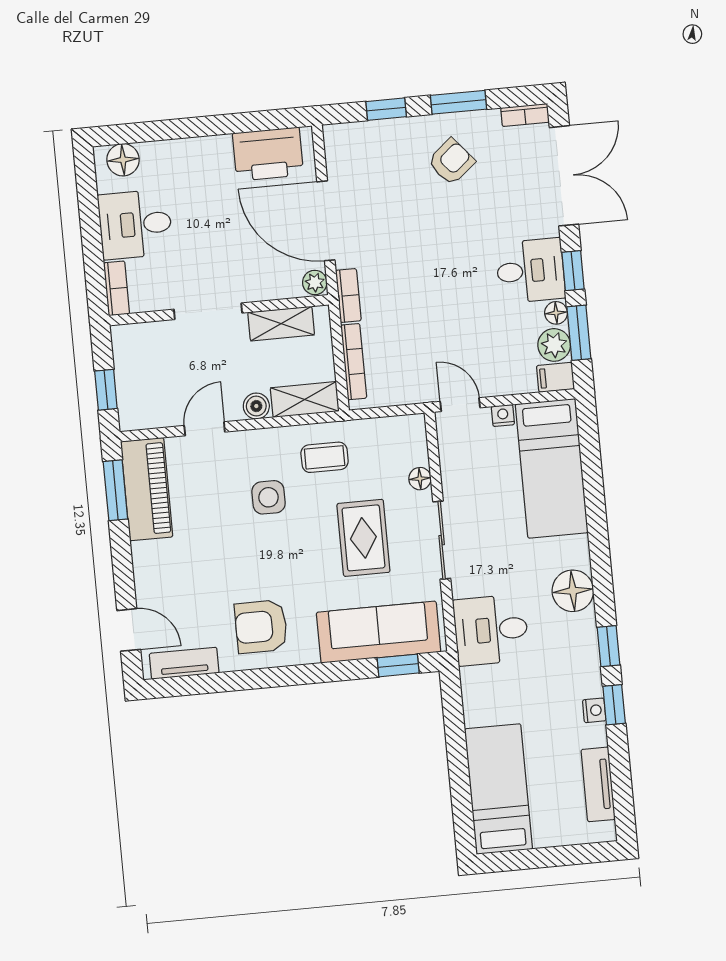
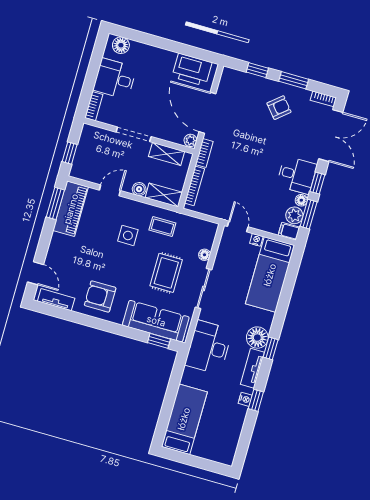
desk: (491, 630) -> (209, 347), width x1.37
window: (608, 646) -> (271, 348), moved
tv unit: (598, 784) -> (252, 368), moved

